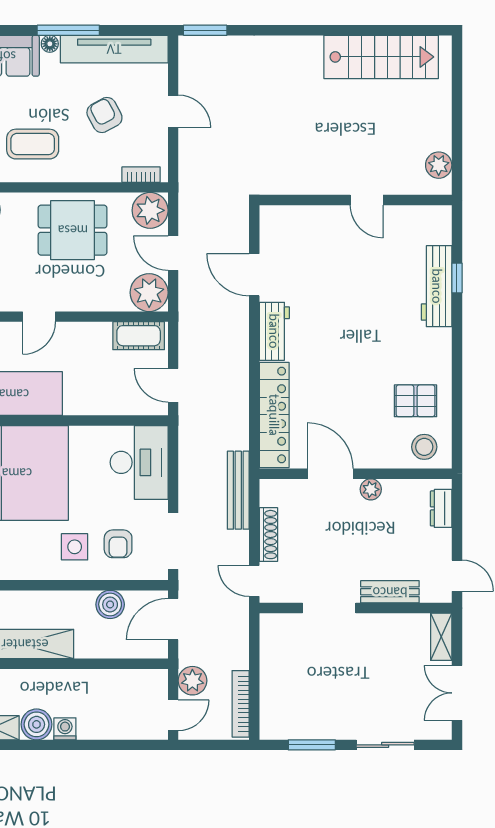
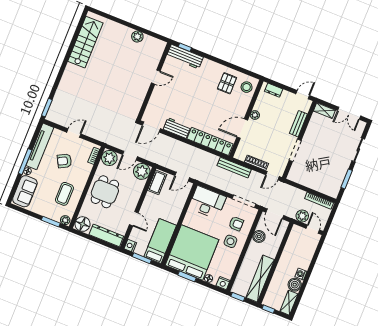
wall: (356, 200) -> (154, 81), moved
door: (367, 200) -> (156, 77), moved

